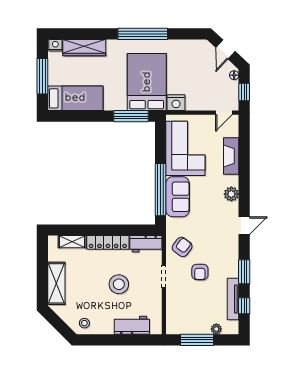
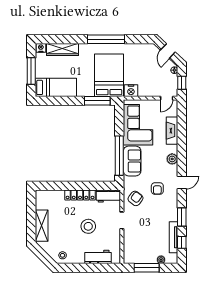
shelving: (72, 242) -> (53, 195), removed
armchair: (200, 272) -> (157, 188), moved

